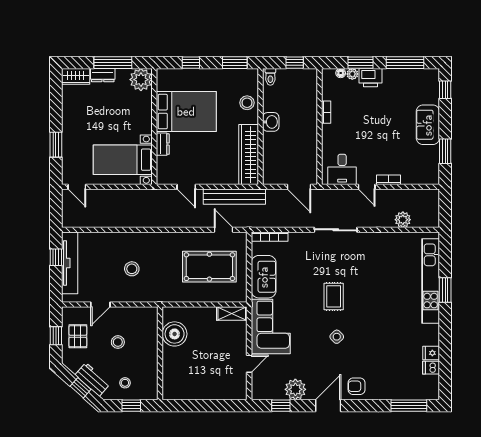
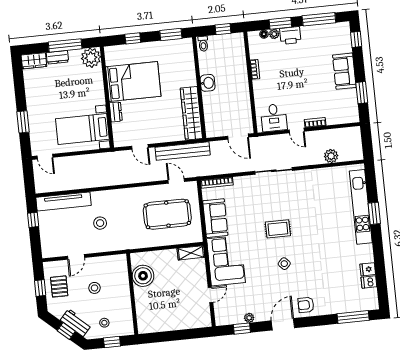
stool: (247, 103) -> (185, 68), removed
tv unit: (70, 263) -> (64, 201), moved, turned 90
rug: (334, 296) -> (278, 229), turned 90
plant: (295, 389) -> (249, 318), width x0.53, depth x0.53

